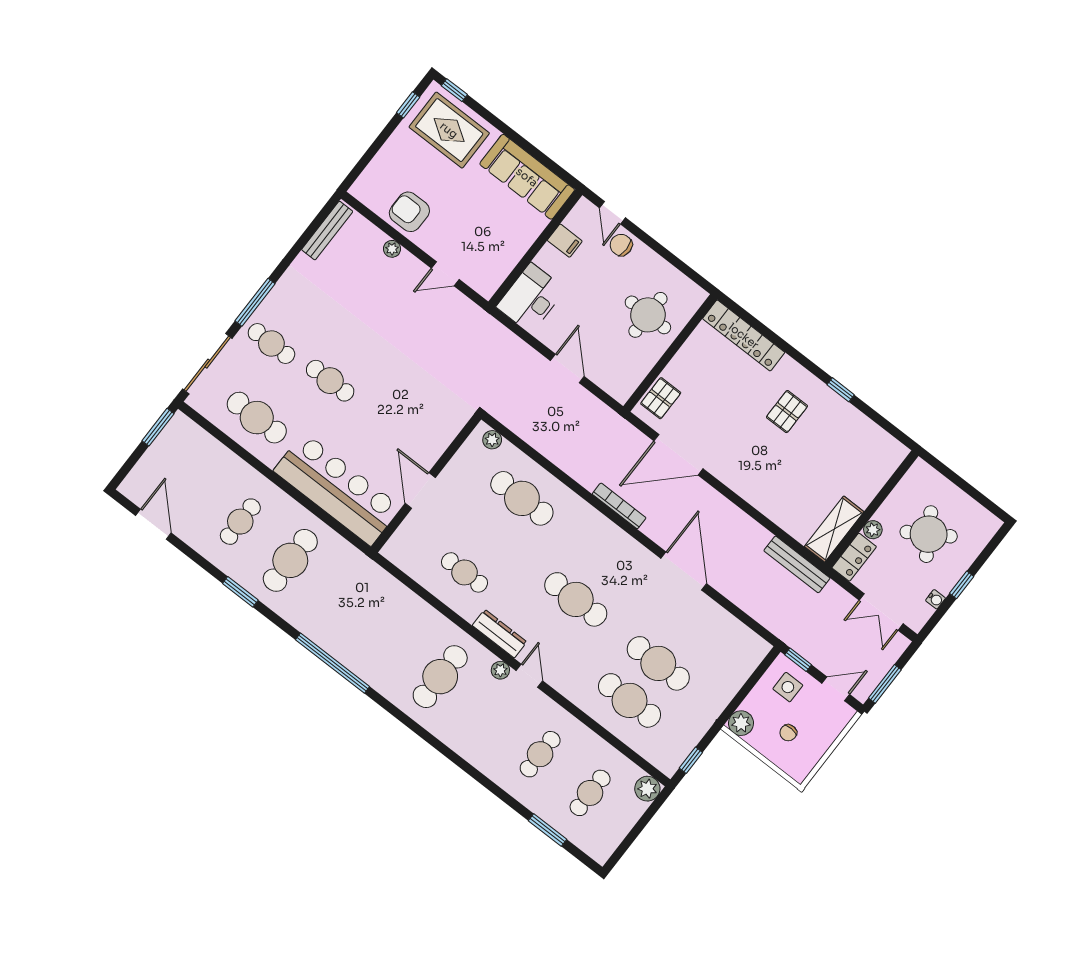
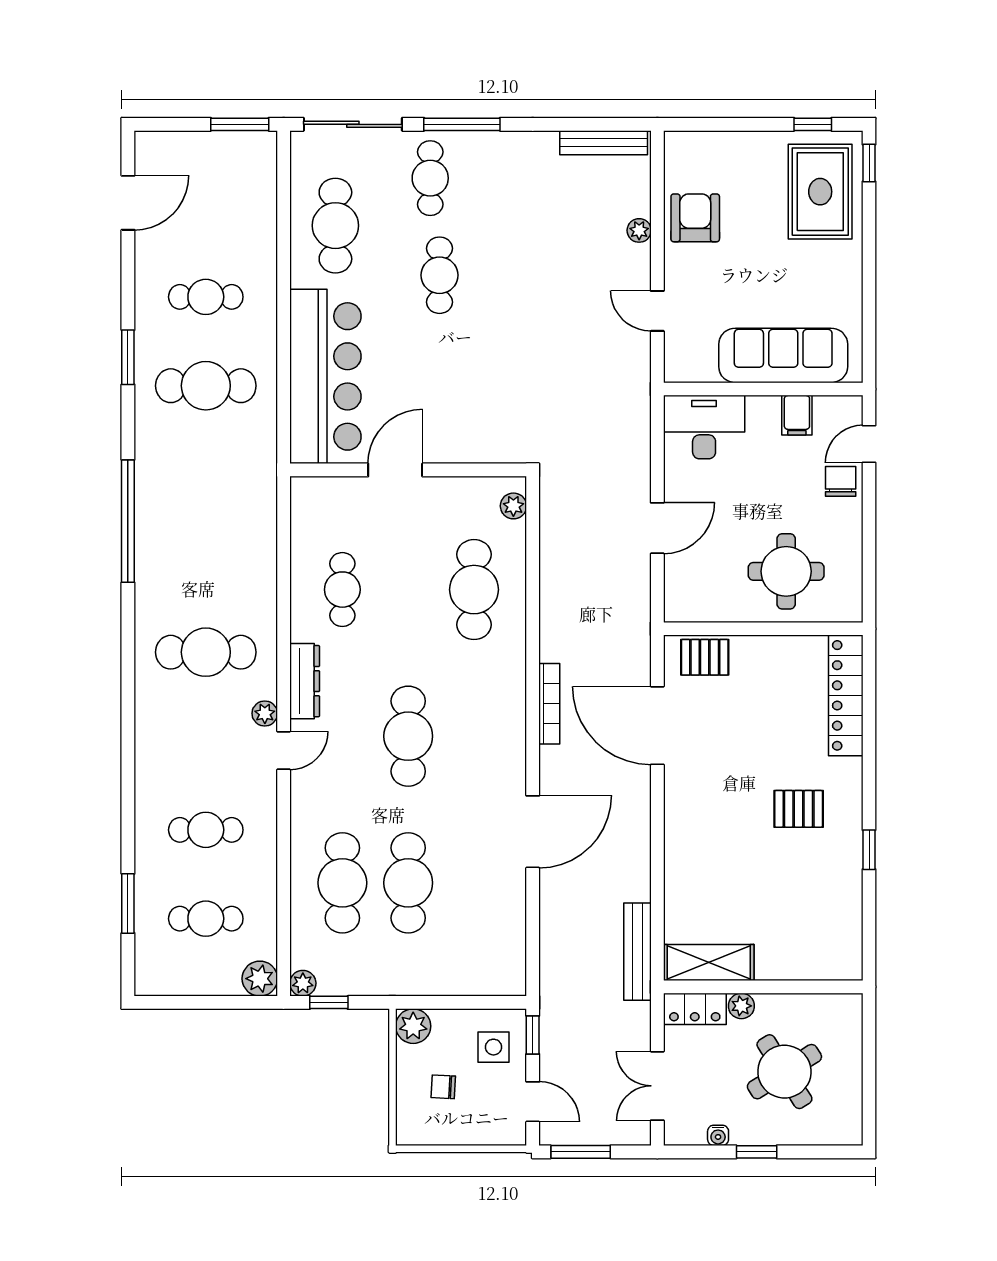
sofa: (527, 177) -> (783, 355), moved, turned 90
plant: (669, 766) -> (303, 983), added

